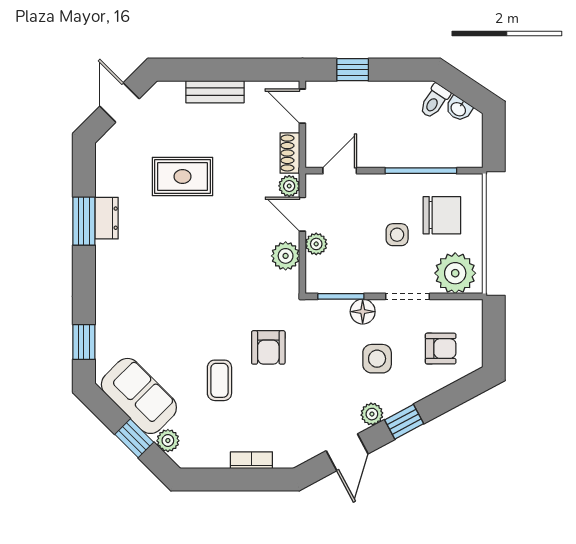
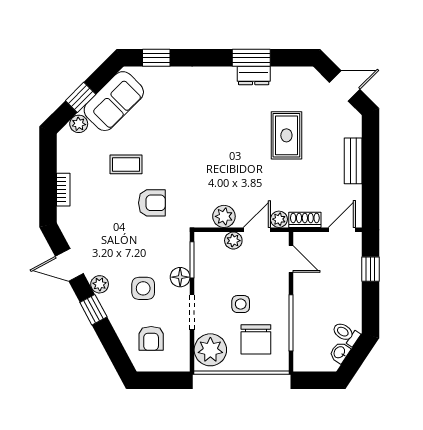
armchair: (268, 347) -> (152, 203), turned 180

